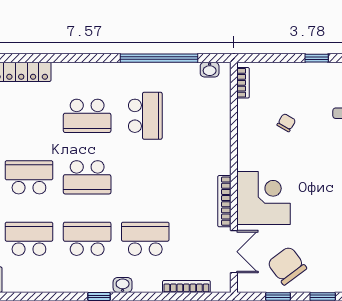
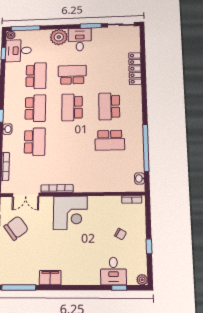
chair: (286, 123) -> (121, 234), moved
school desk: (29, 177) -> (72, 75), turned -90
corner desk: (263, 198) -> (70, 213), moved

